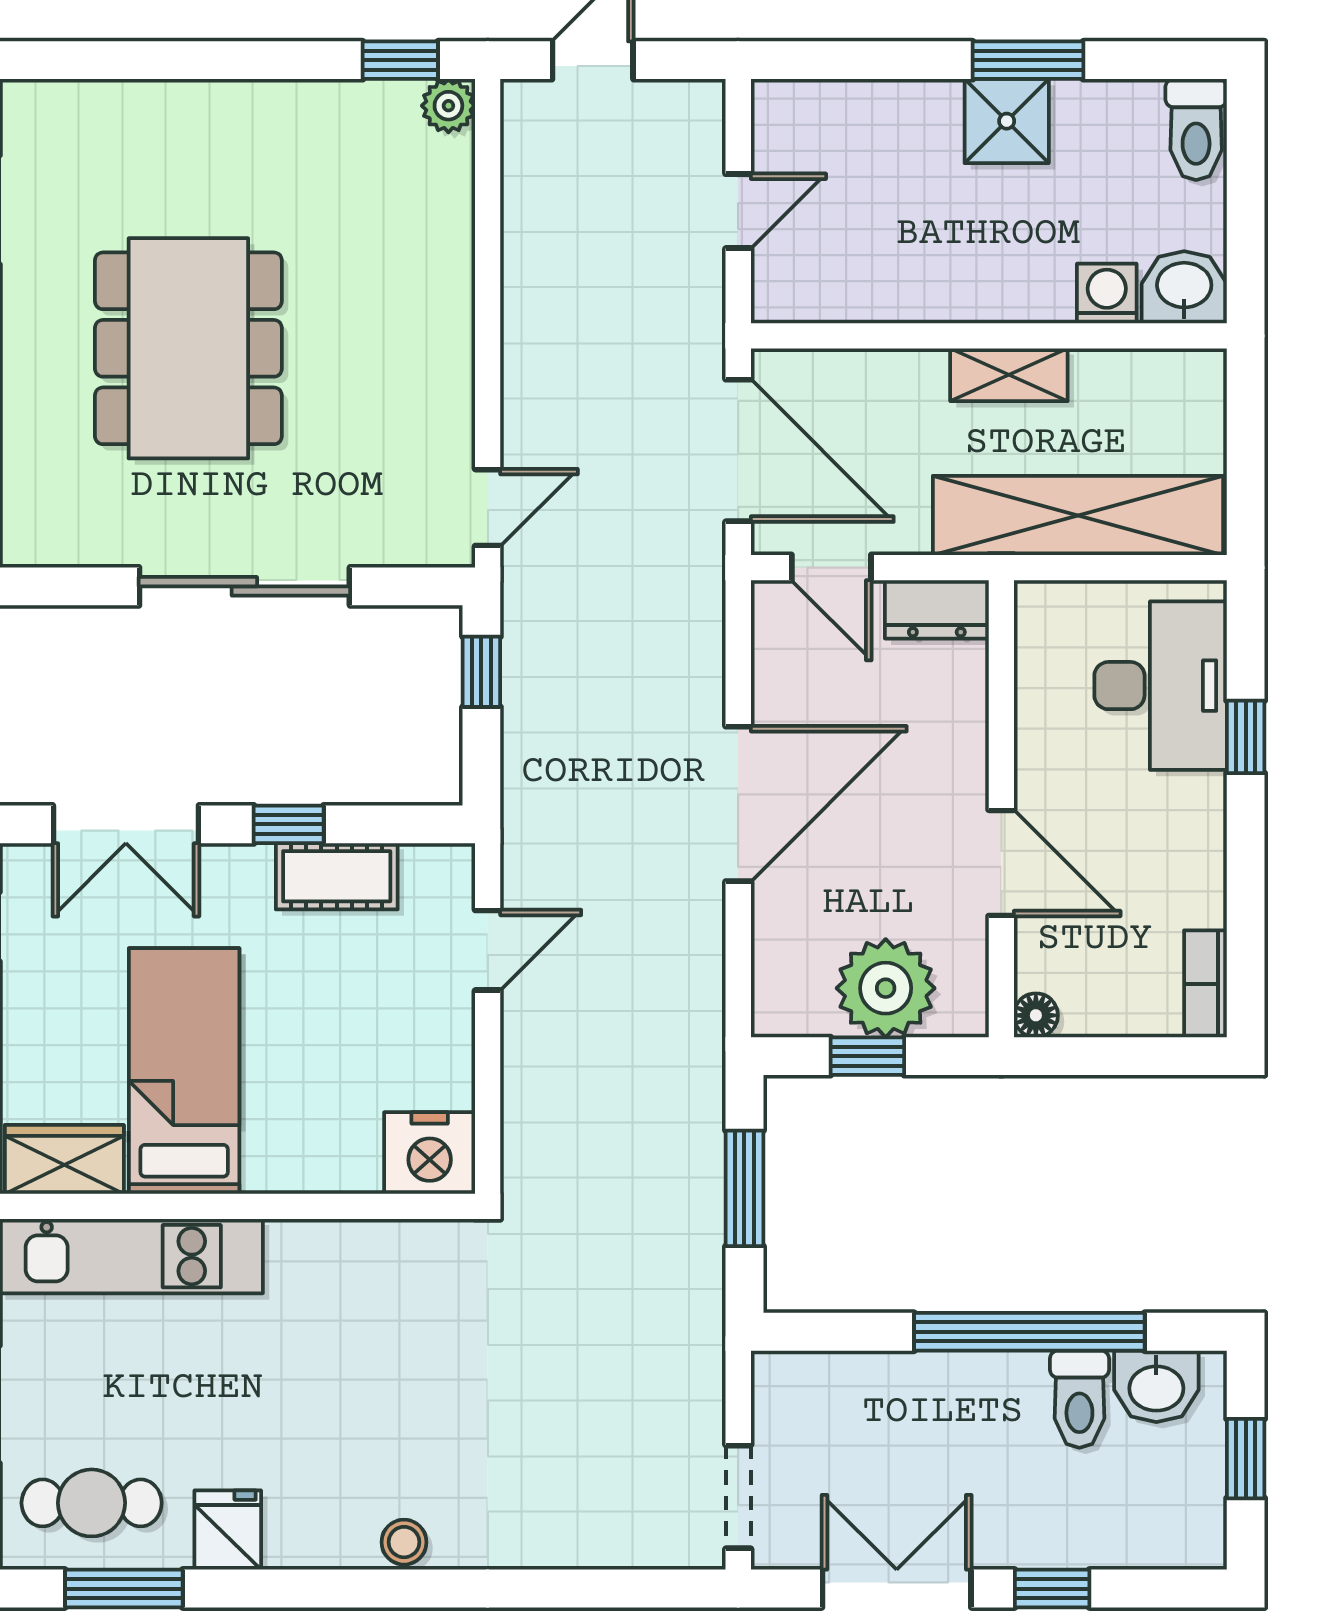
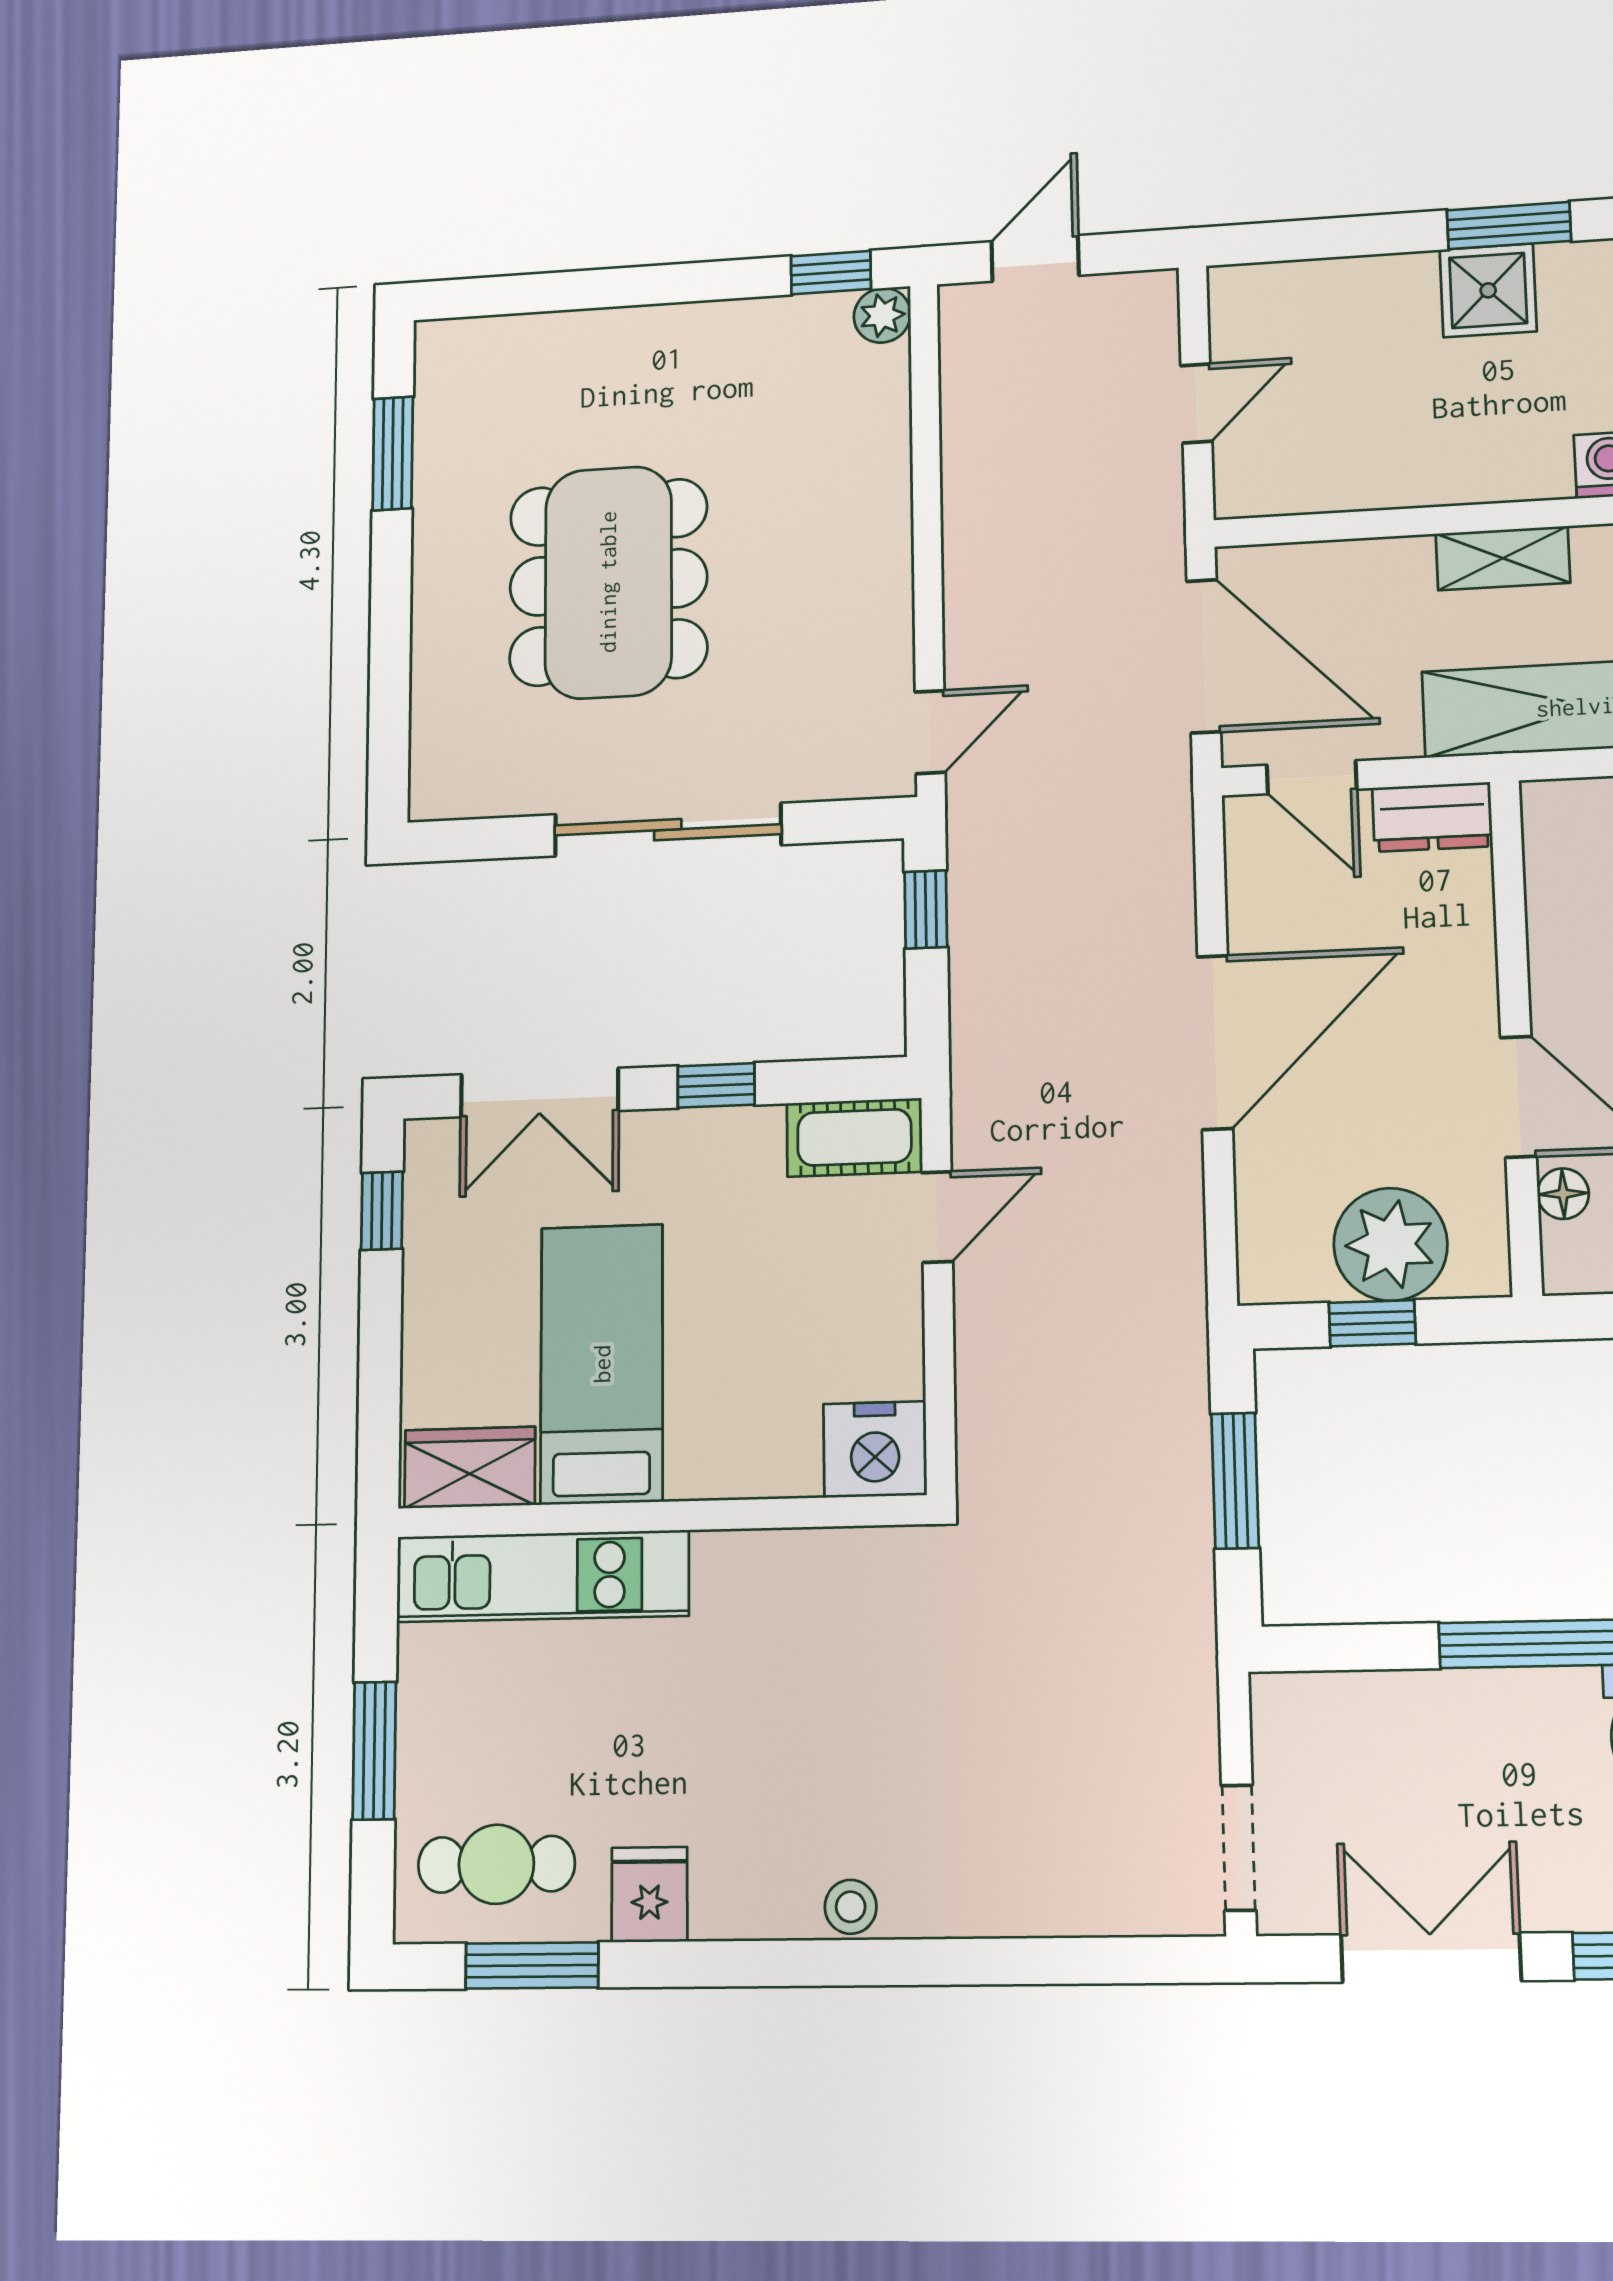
cot: (337, 876) -> (854, 1137), moved
floor lamp: (1036, 1015) -> (1563, 1194), moved

